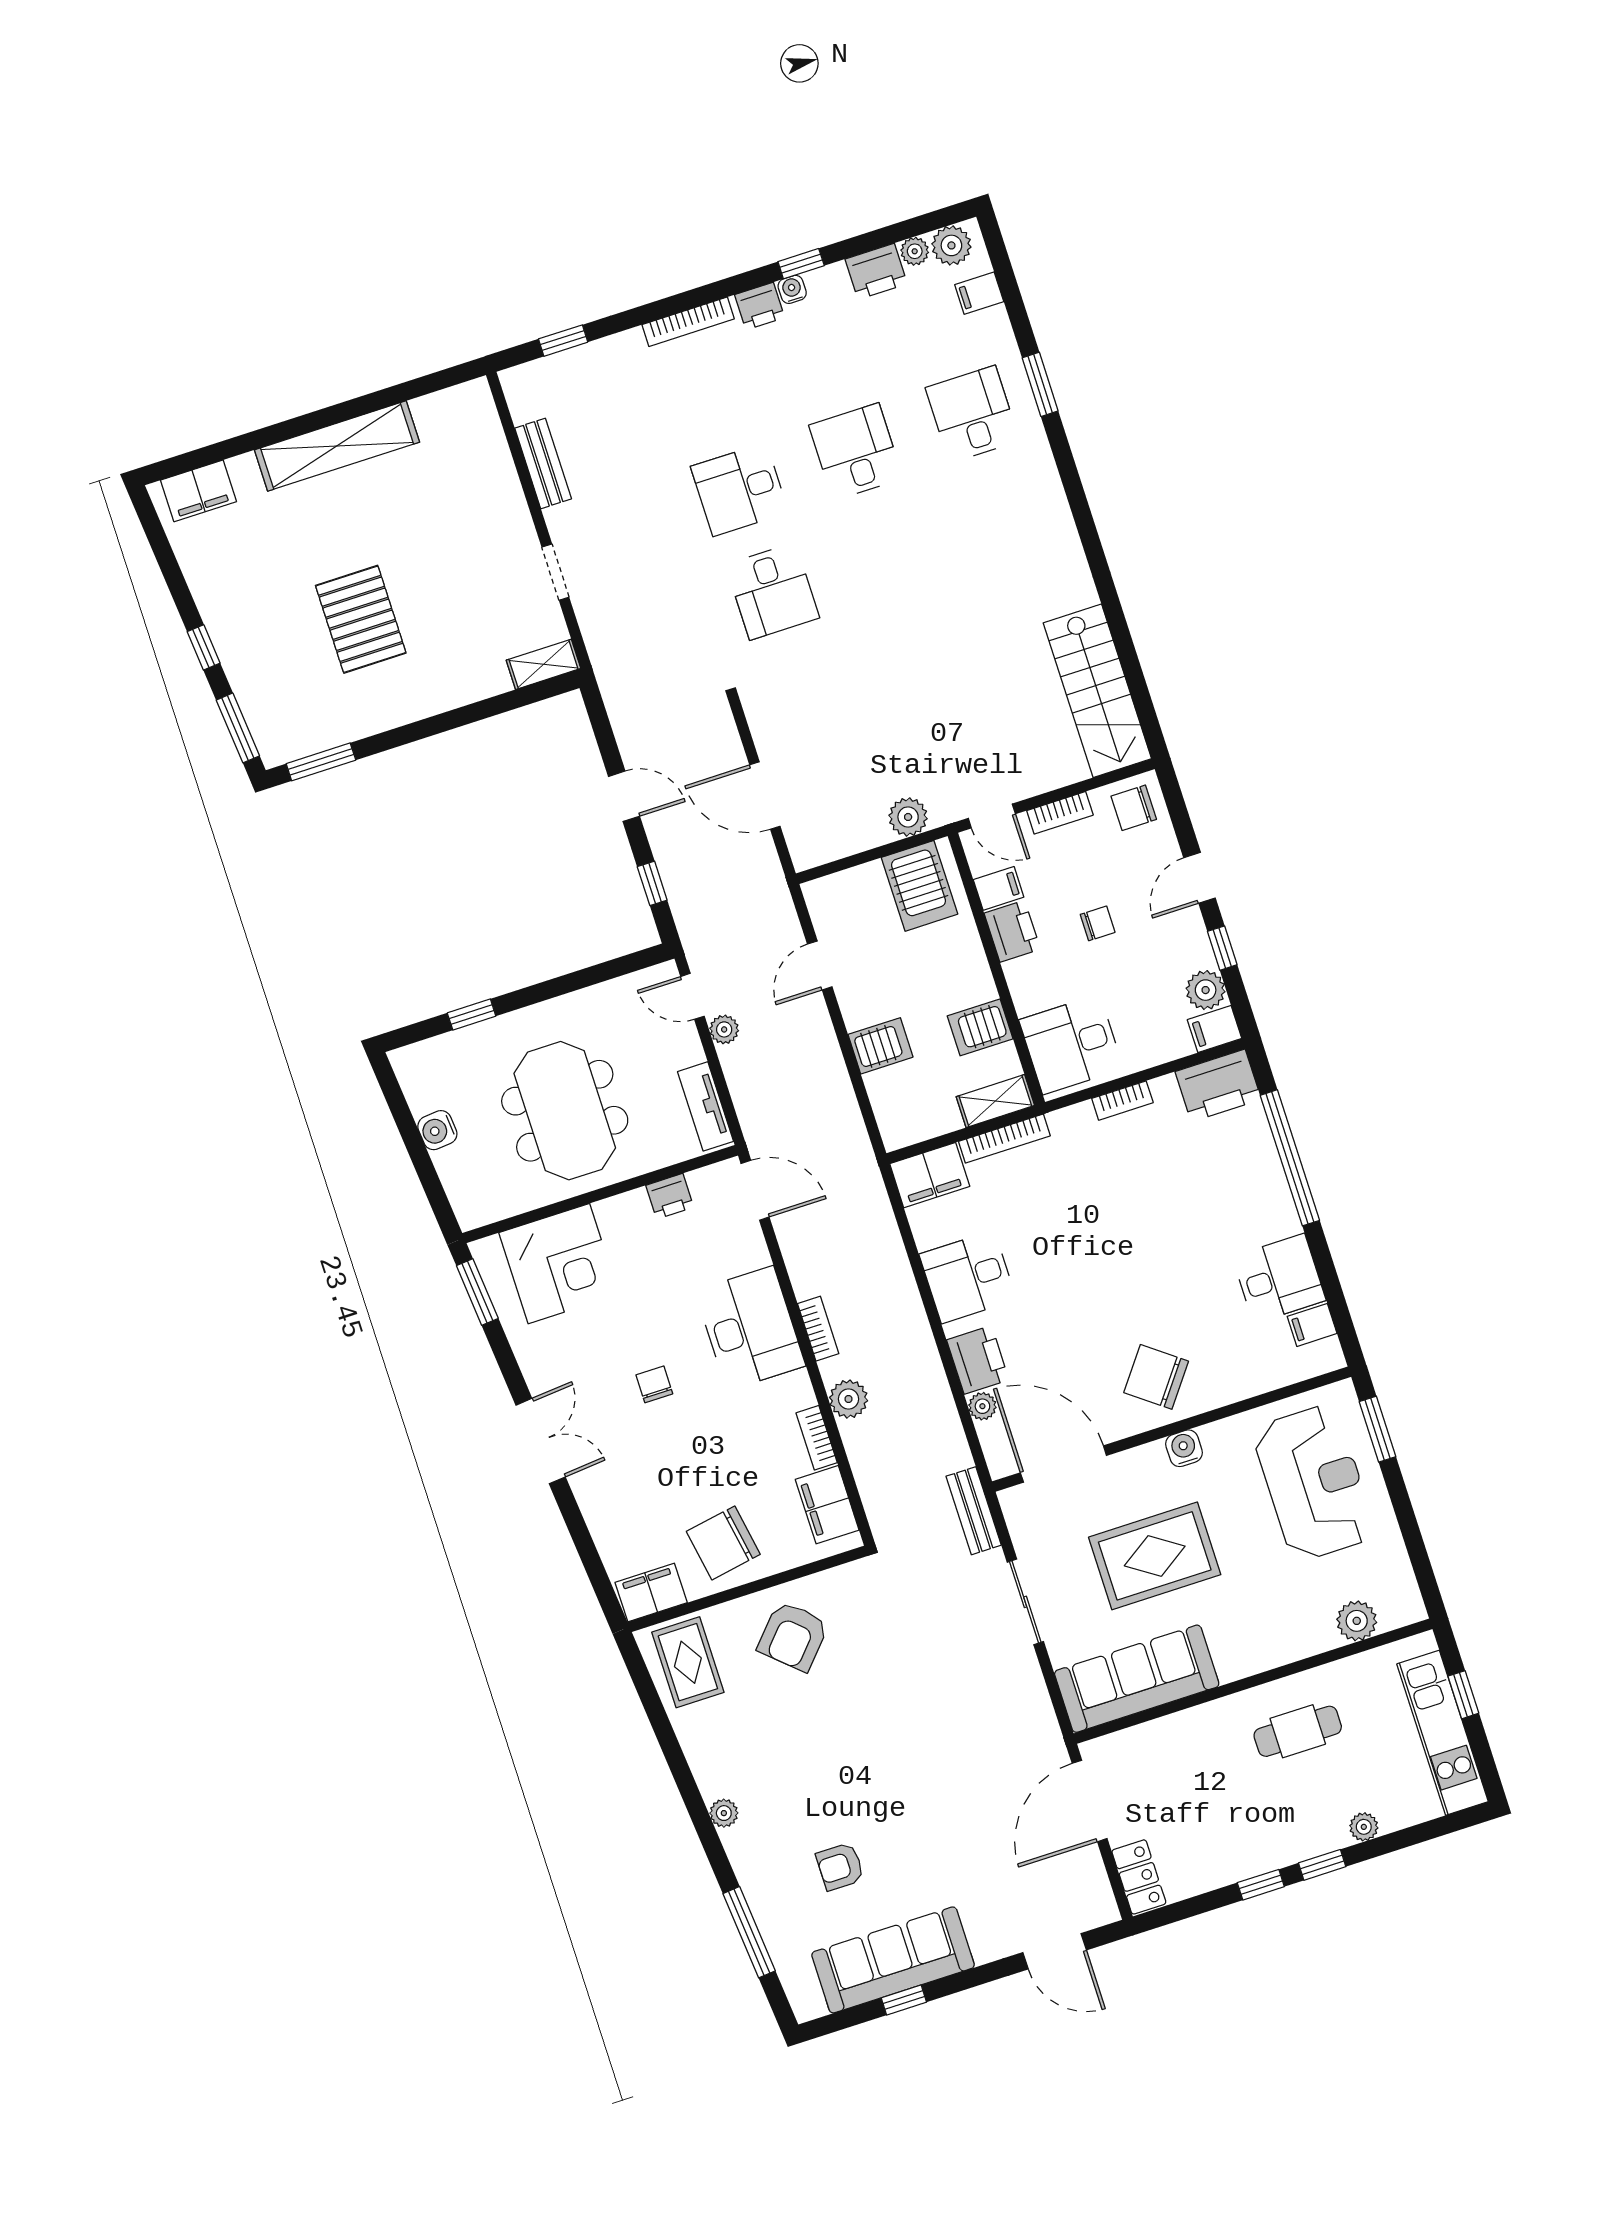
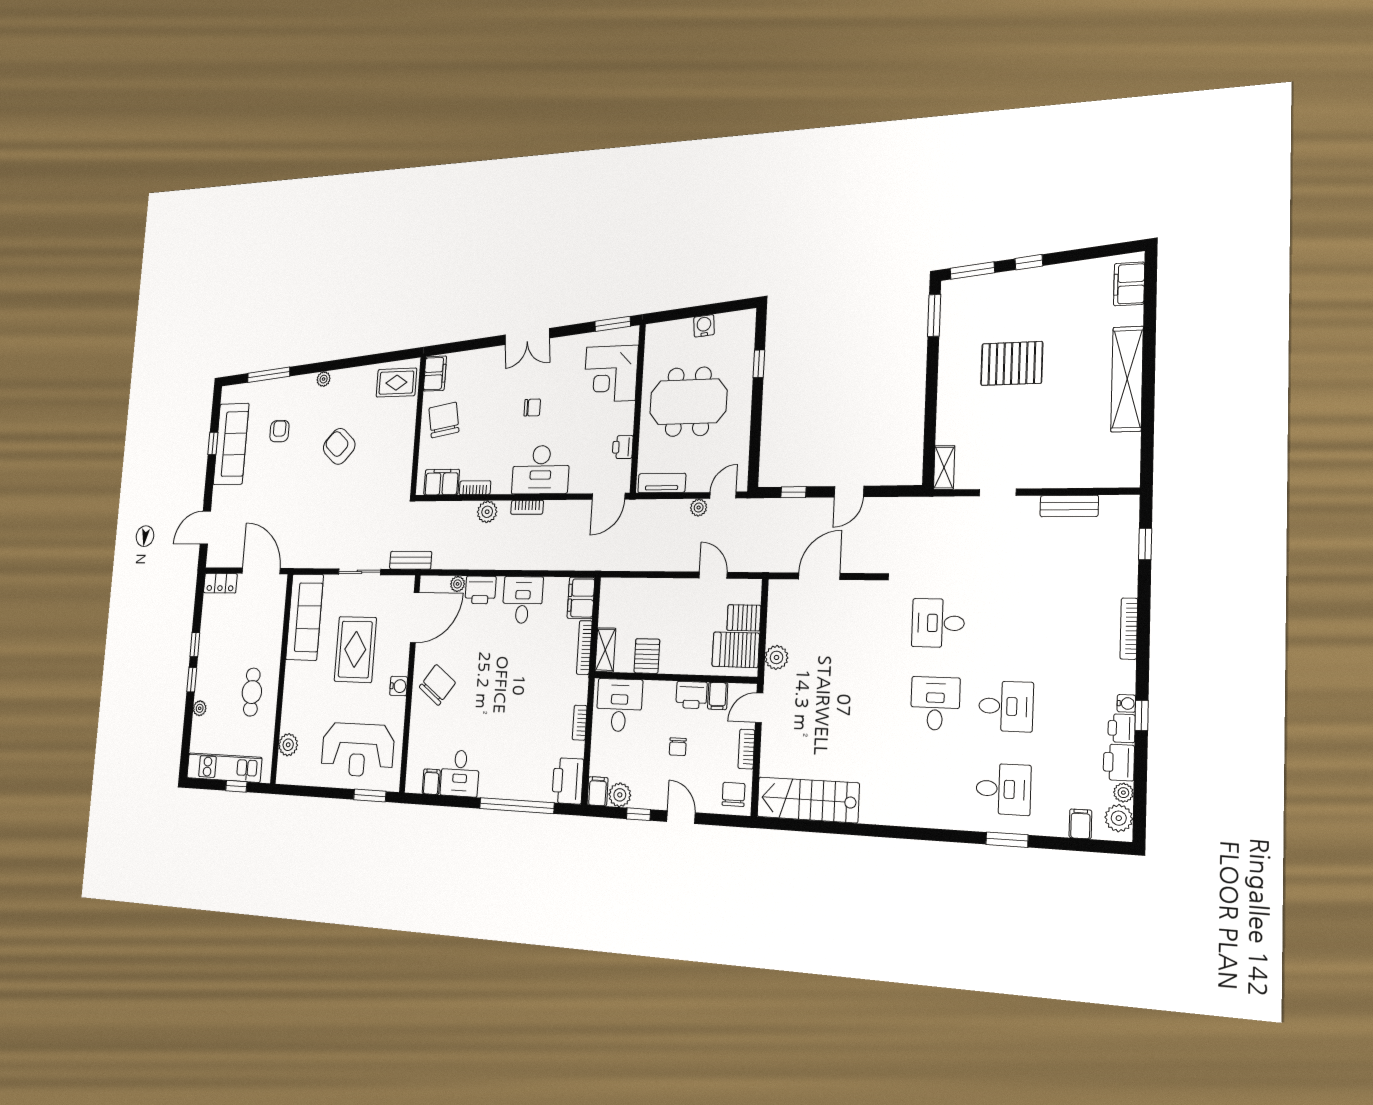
printer: (760, 306) -> (1122, 728), moved
desk: (740, 489) -> (935, 703), moved
server rack: (880, 1046) -> (744, 618), moved, turned 90
armchair: (793, 1636) -> (339, 446), moved

